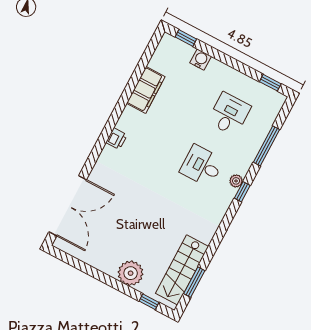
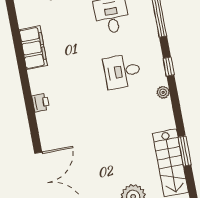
plant: (236, 181) -> (163, 92), moved
window: (194, 282) -> (185, 151), moved

